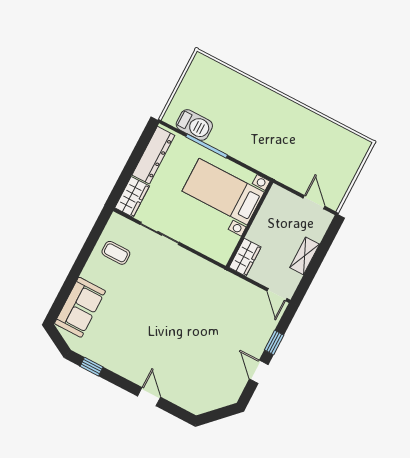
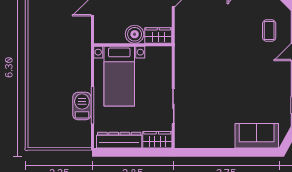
barbecue: (194, 125) -> (82, 106), moved
boiler: (260, 232) -> (135, 34), added
coffee table: (116, 253) -> (269, 31), moved

